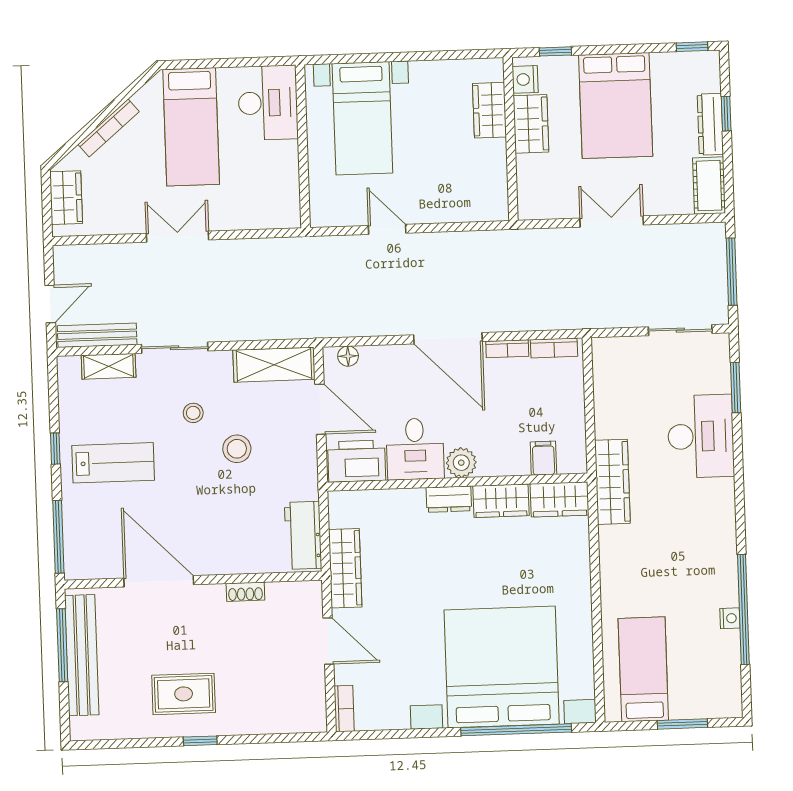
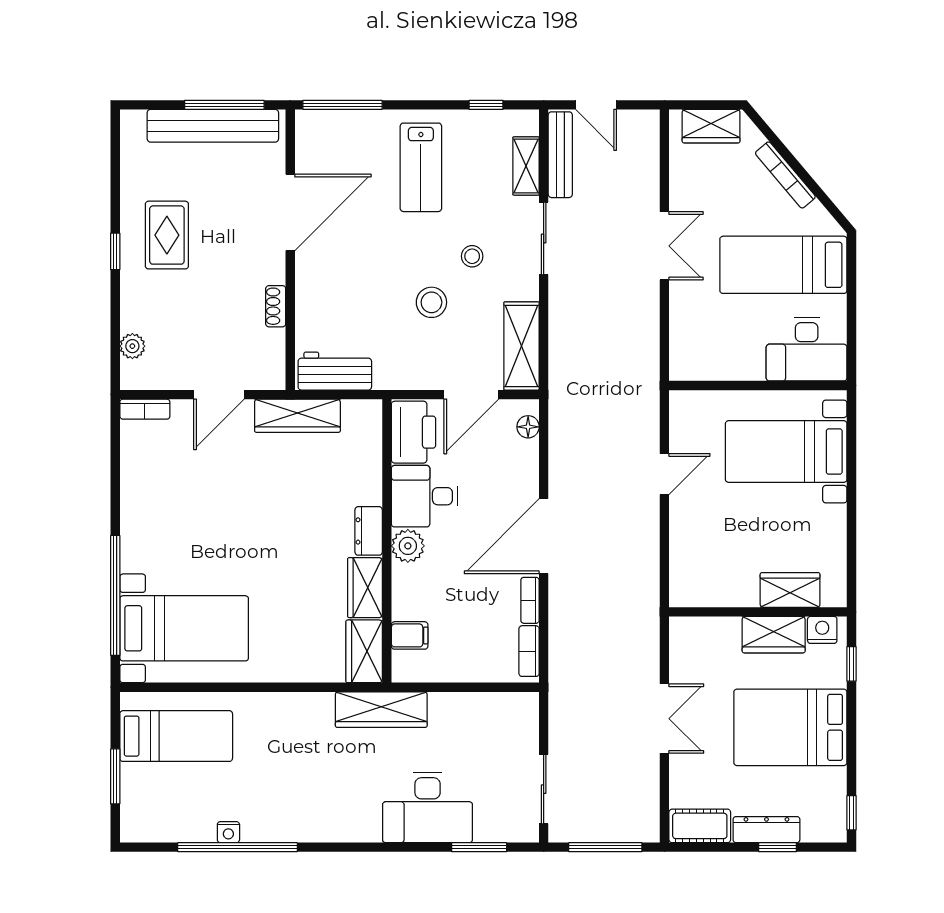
window: (55, 449) -> (486, 105), moved
bed with nightstands: (502, 667) -> (184, 628), width x0.54
plant: (287, 722) -> (132, 346), added

